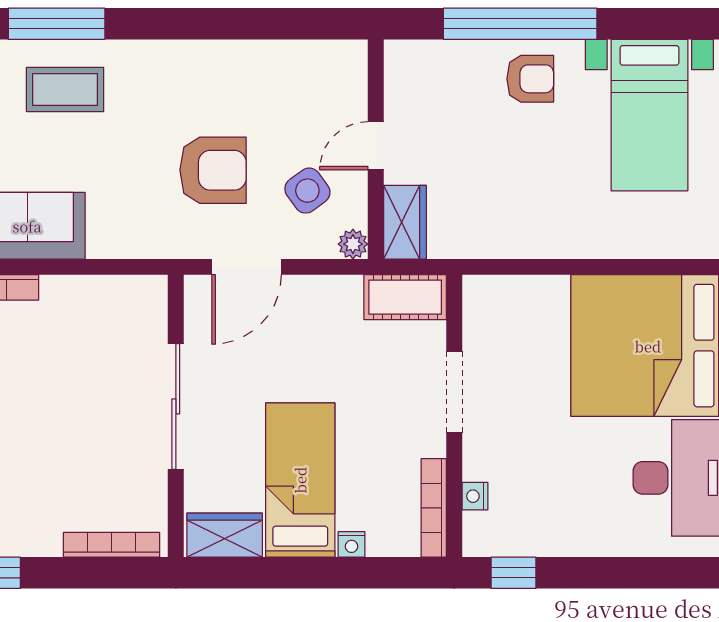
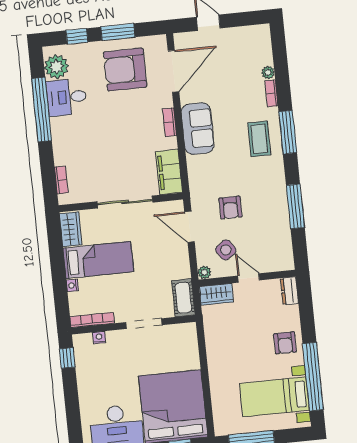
window: (225, 24) -> (295, 206), added
window: (520, 24) -> (313, 377), moved
dresser: (414, 57) -> (289, 291), added
armchair: (213, 170) -> (230, 208), width x0.72, depth x0.72
filing cabinet: (119, 300) -> (169, 172), added
bookcase: (111, 545) -> (61, 180), width x0.64

